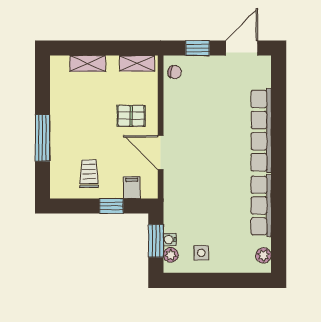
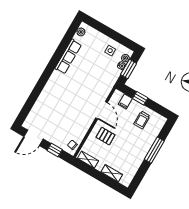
row of seats: (261, 131) -> (47, 93), removed

